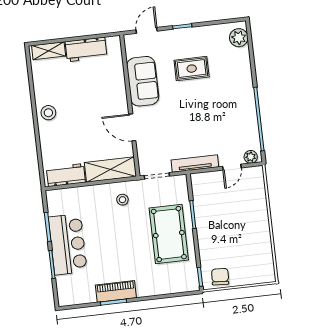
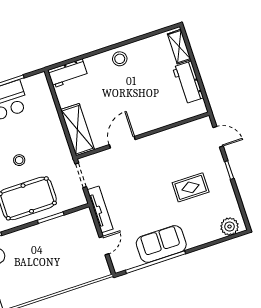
rug: (192, 69) -> (191, 187), turned 90
sofa: (143, 81) -> (161, 244), moved, turned 180
plant: (251, 157) -> (118, 262), removed
door: (232, 167) -> (104, 246), swing flipped
workbench: (66, 175) -> (68, 73), moved, turned 90
stool: (122, 200) -> (19, 160), moved

